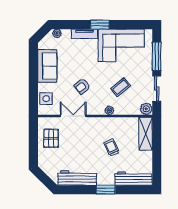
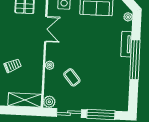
window: (100, 25) -> (135, 60), width x2.11
corner sofa: (121, 45) -> (113, 80), removed
armchair: (82, 86) -> (75, 39), removed

